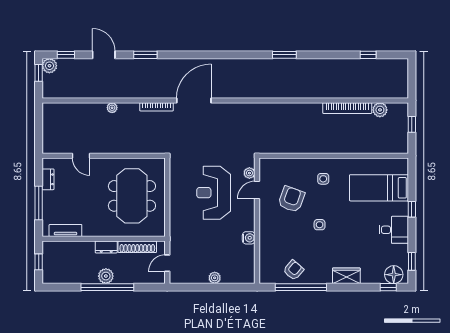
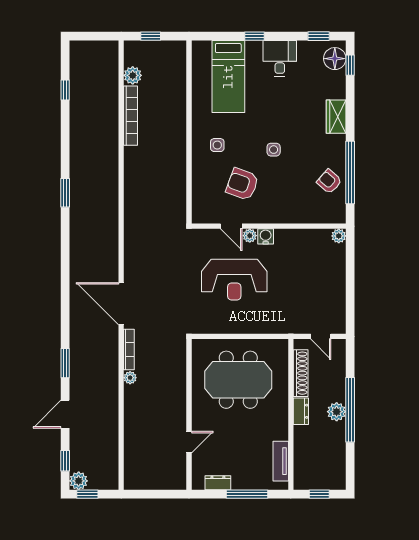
plant: (112, 108) -> (130, 378), moved
plant: (249, 173) -> (250, 236), moved
water cooler: (249, 238) -> (266, 236), moved
plant: (215, 278) -> (339, 236), moved

